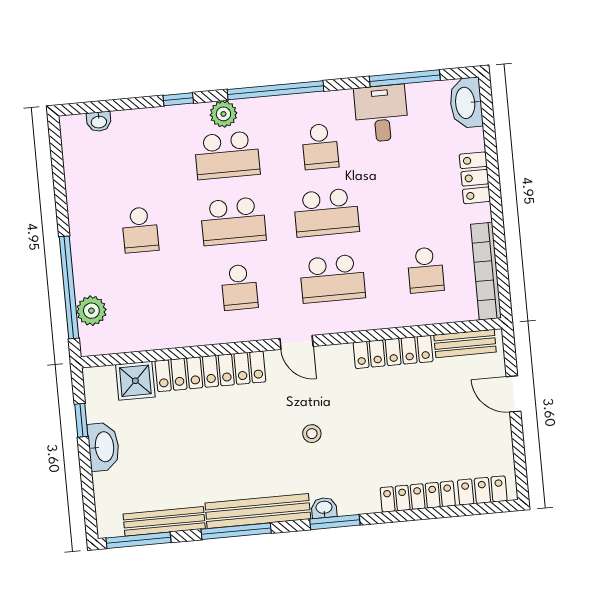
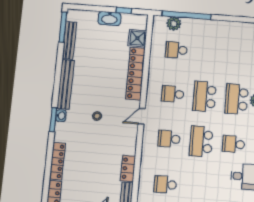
school desk: (140, 230) -> (176, 50), moved
school desk: (332, 279) -> (169, 139), width x0.54
locker: (393, 352) -> (128, 168), width x0.66
window: (236, 531) -> (58, 73), removed

